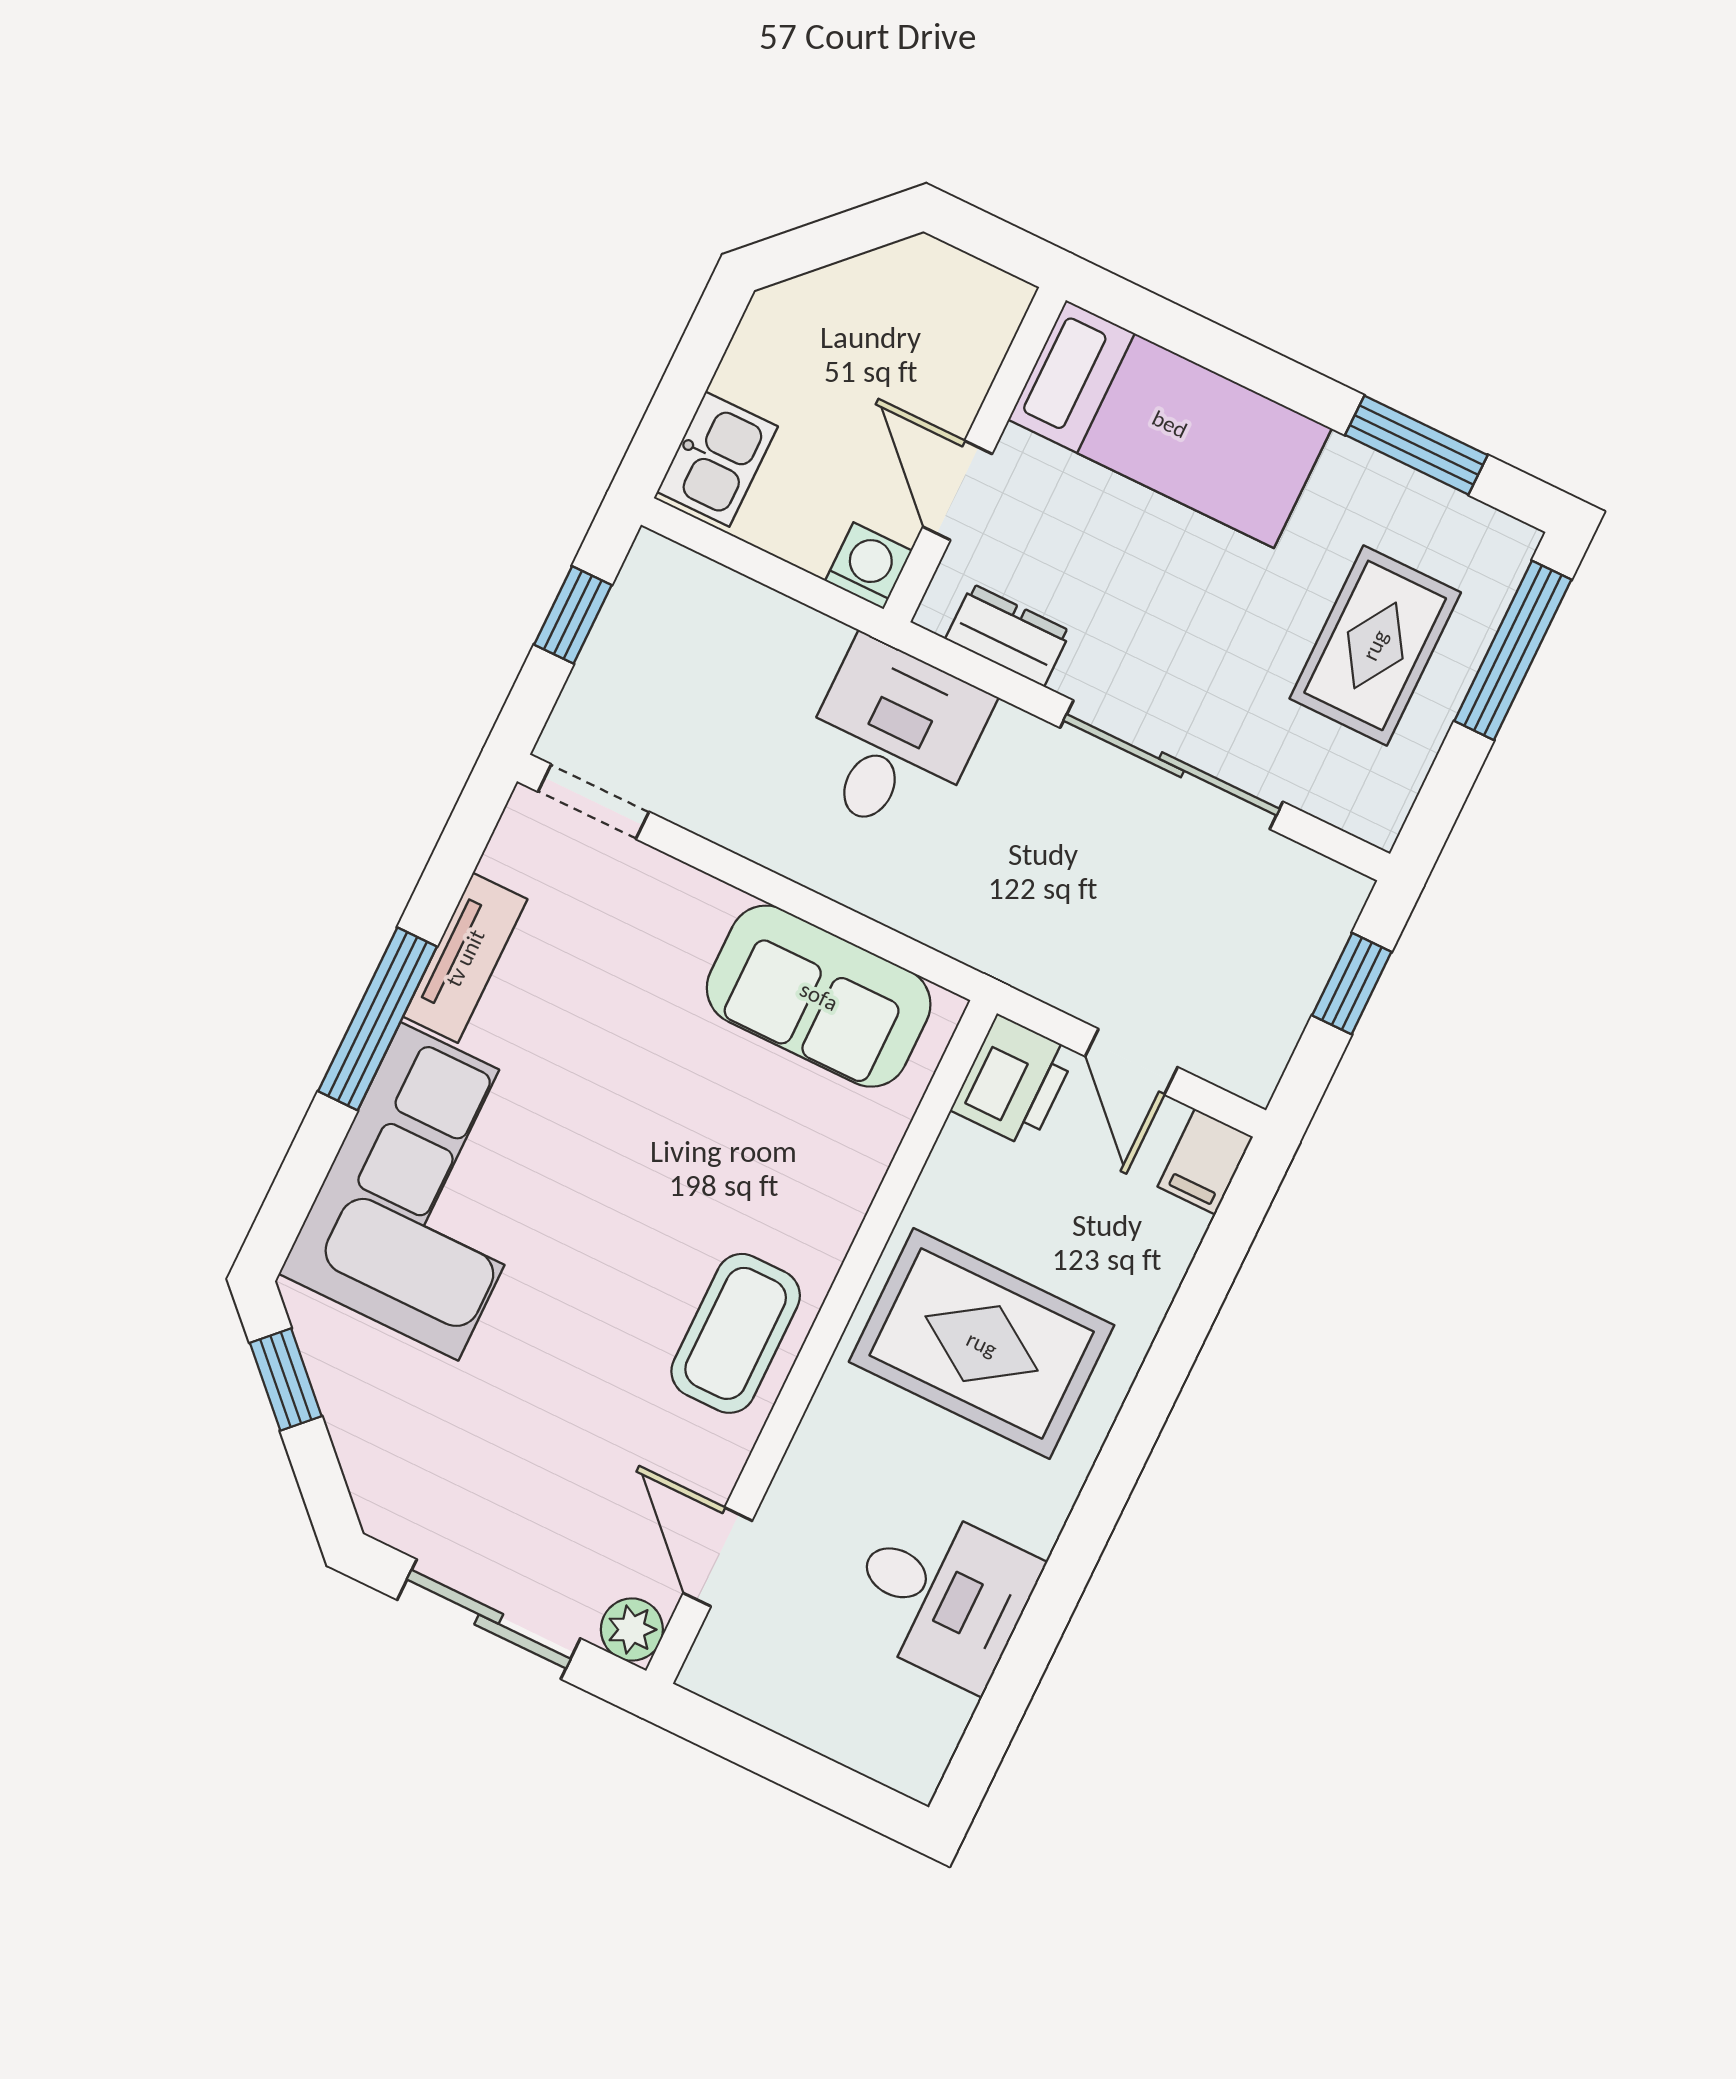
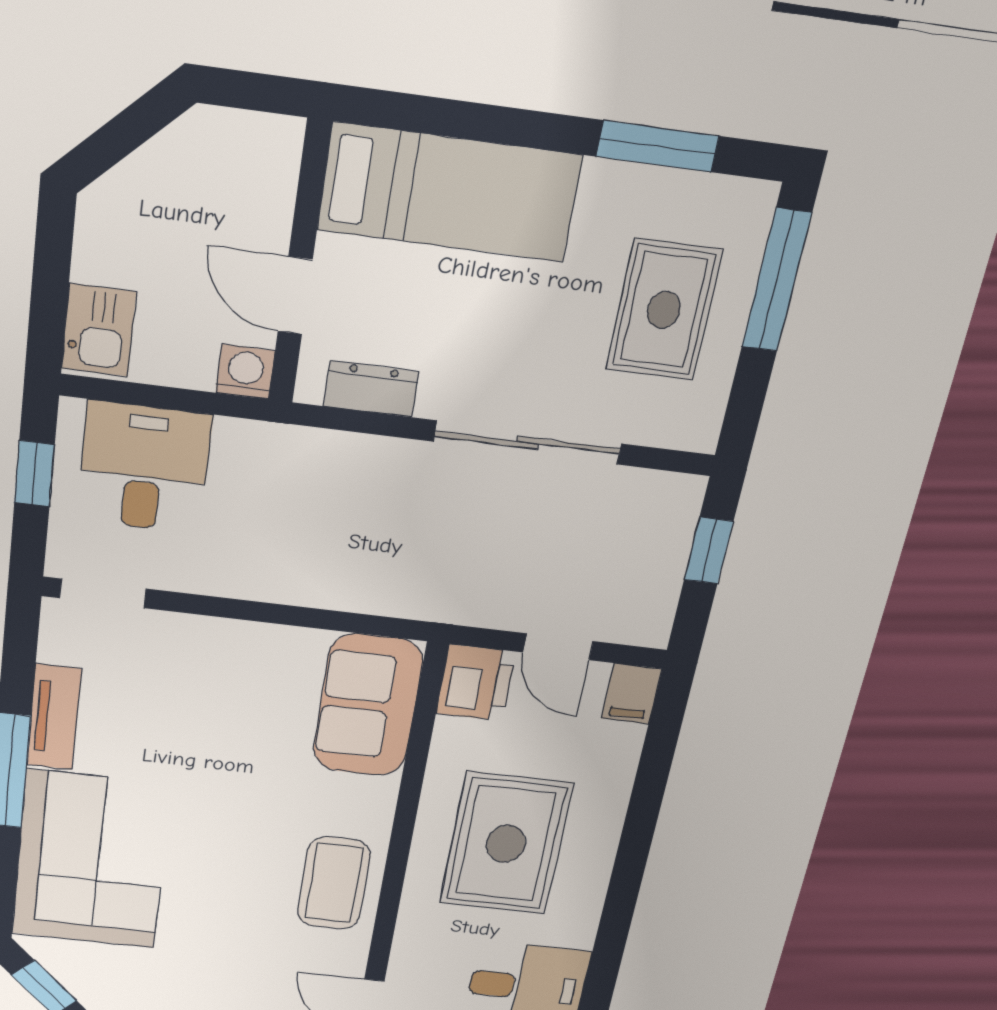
desk: (892, 739) -> (144, 468), moved
sofa: (819, 996) -> (368, 705), moved, turned 90
rug: (982, 1344) -> (506, 844), turned 90

